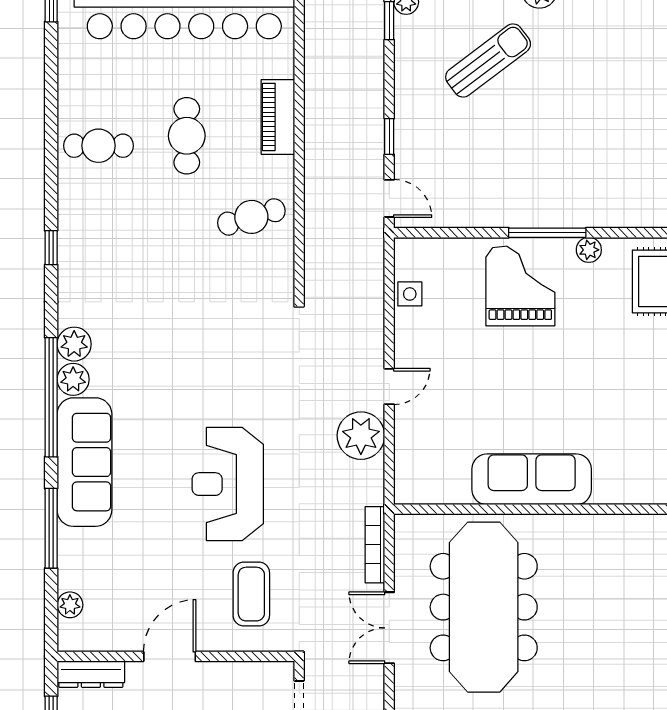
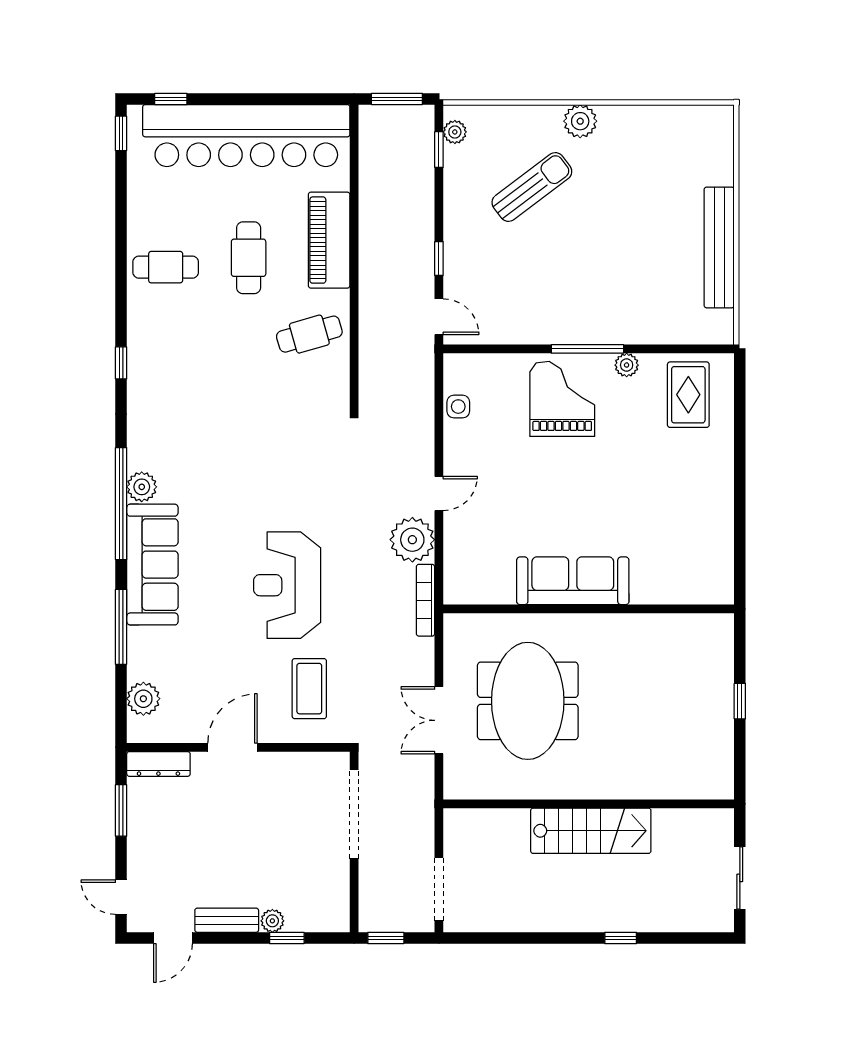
piano: (278, 117) -> (329, 240), width x1.37, depth x1.33
plant: (74, 344) -> (143, 454), removed
bookcase: (375, 545) -> (425, 600), moved
plant: (70, 605) -> (143, 699), width x1.38, depth x1.38
meeting table: (484, 607) -> (528, 701), width x0.73

